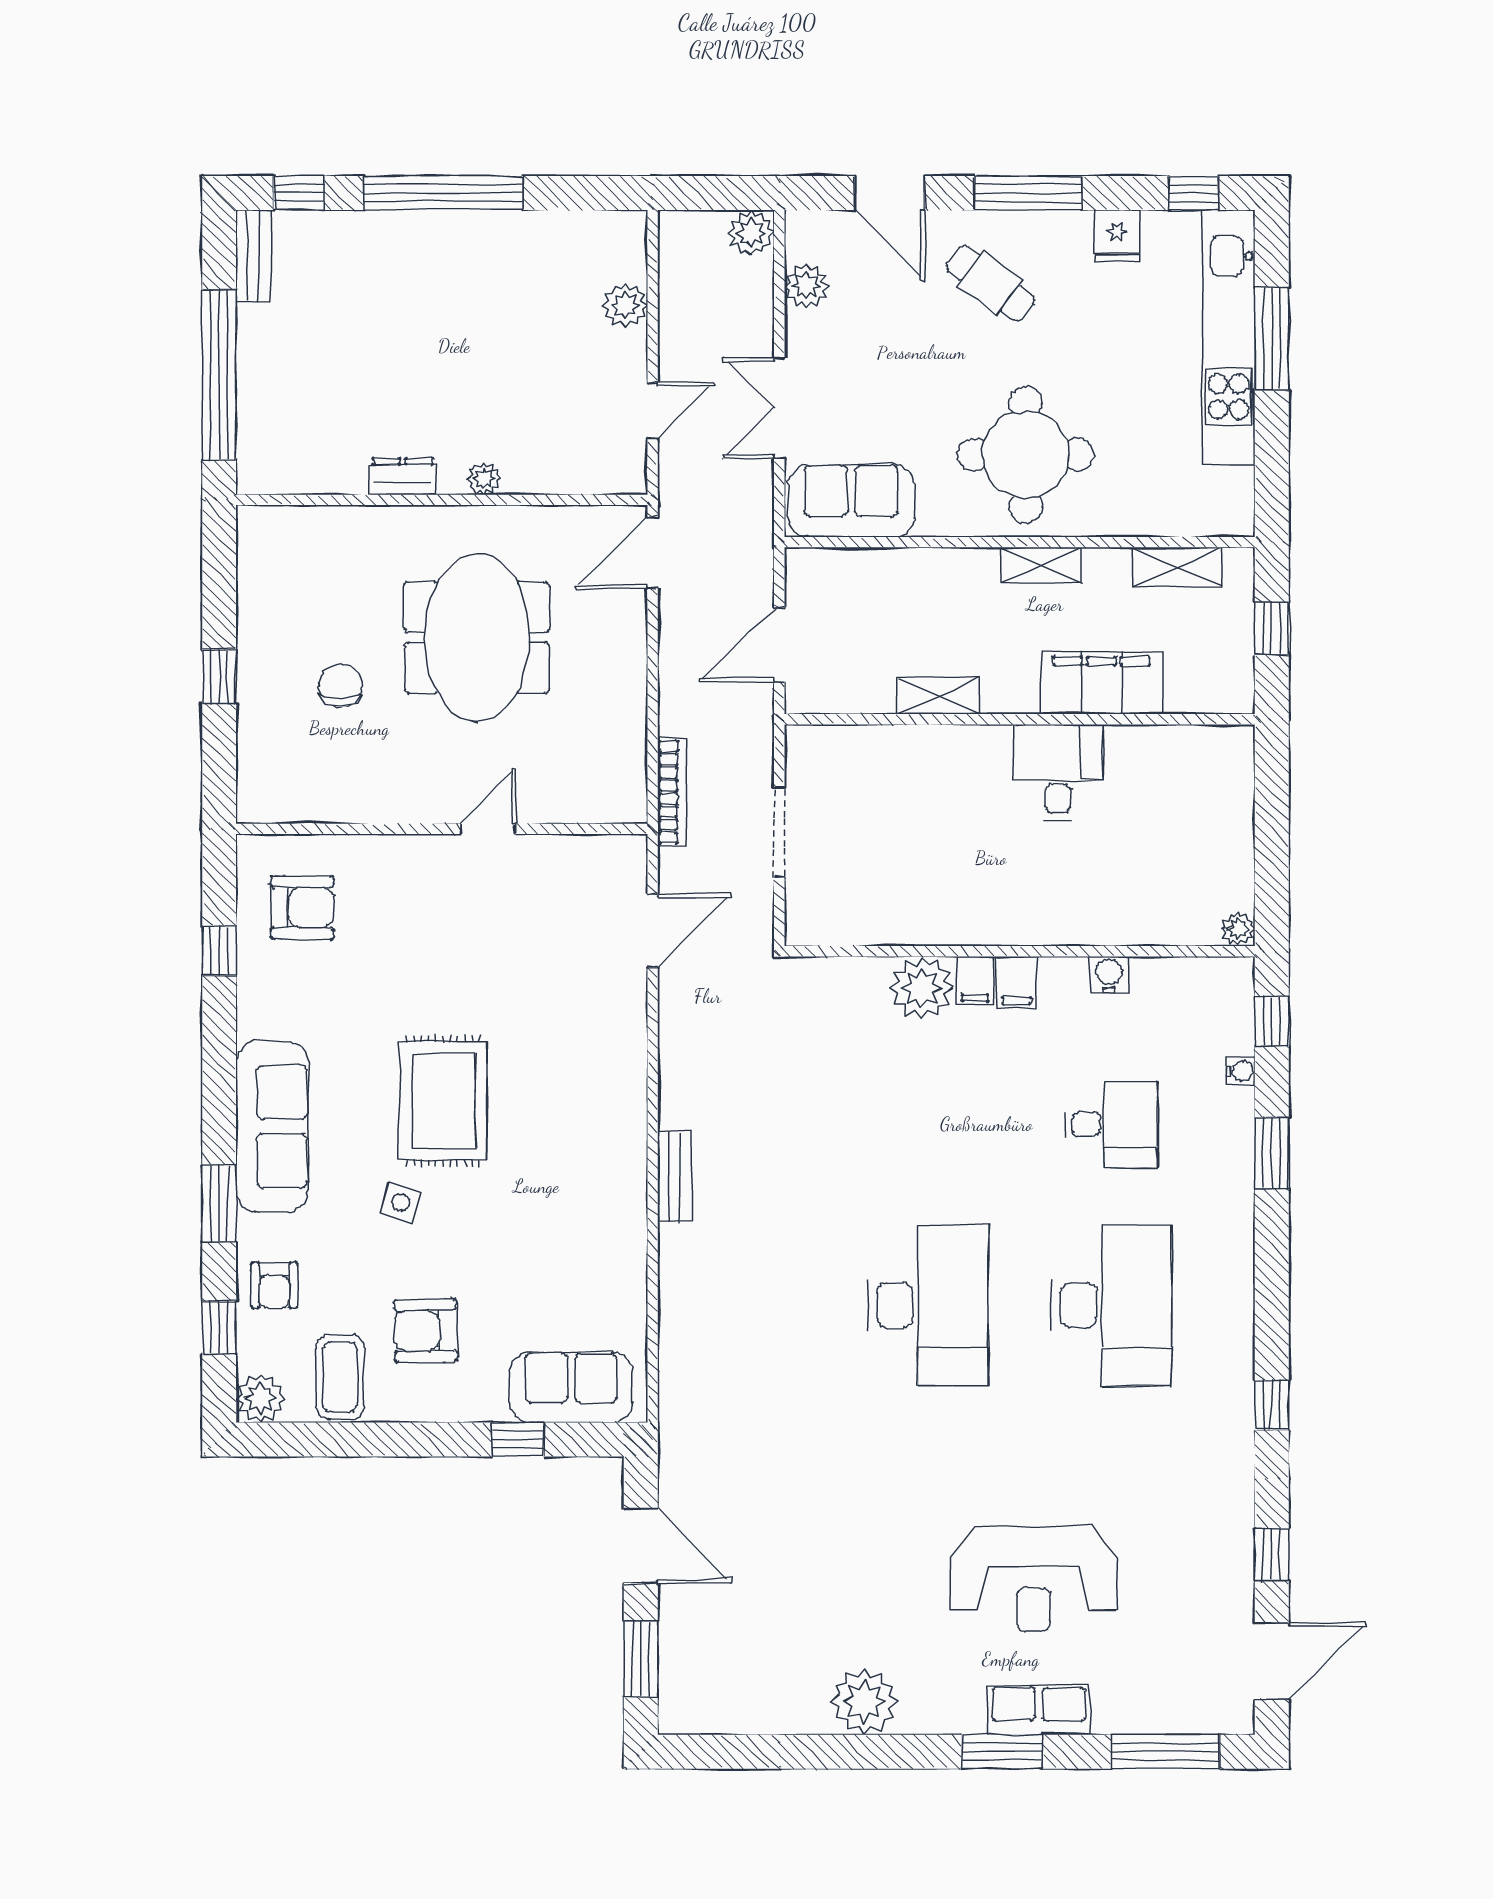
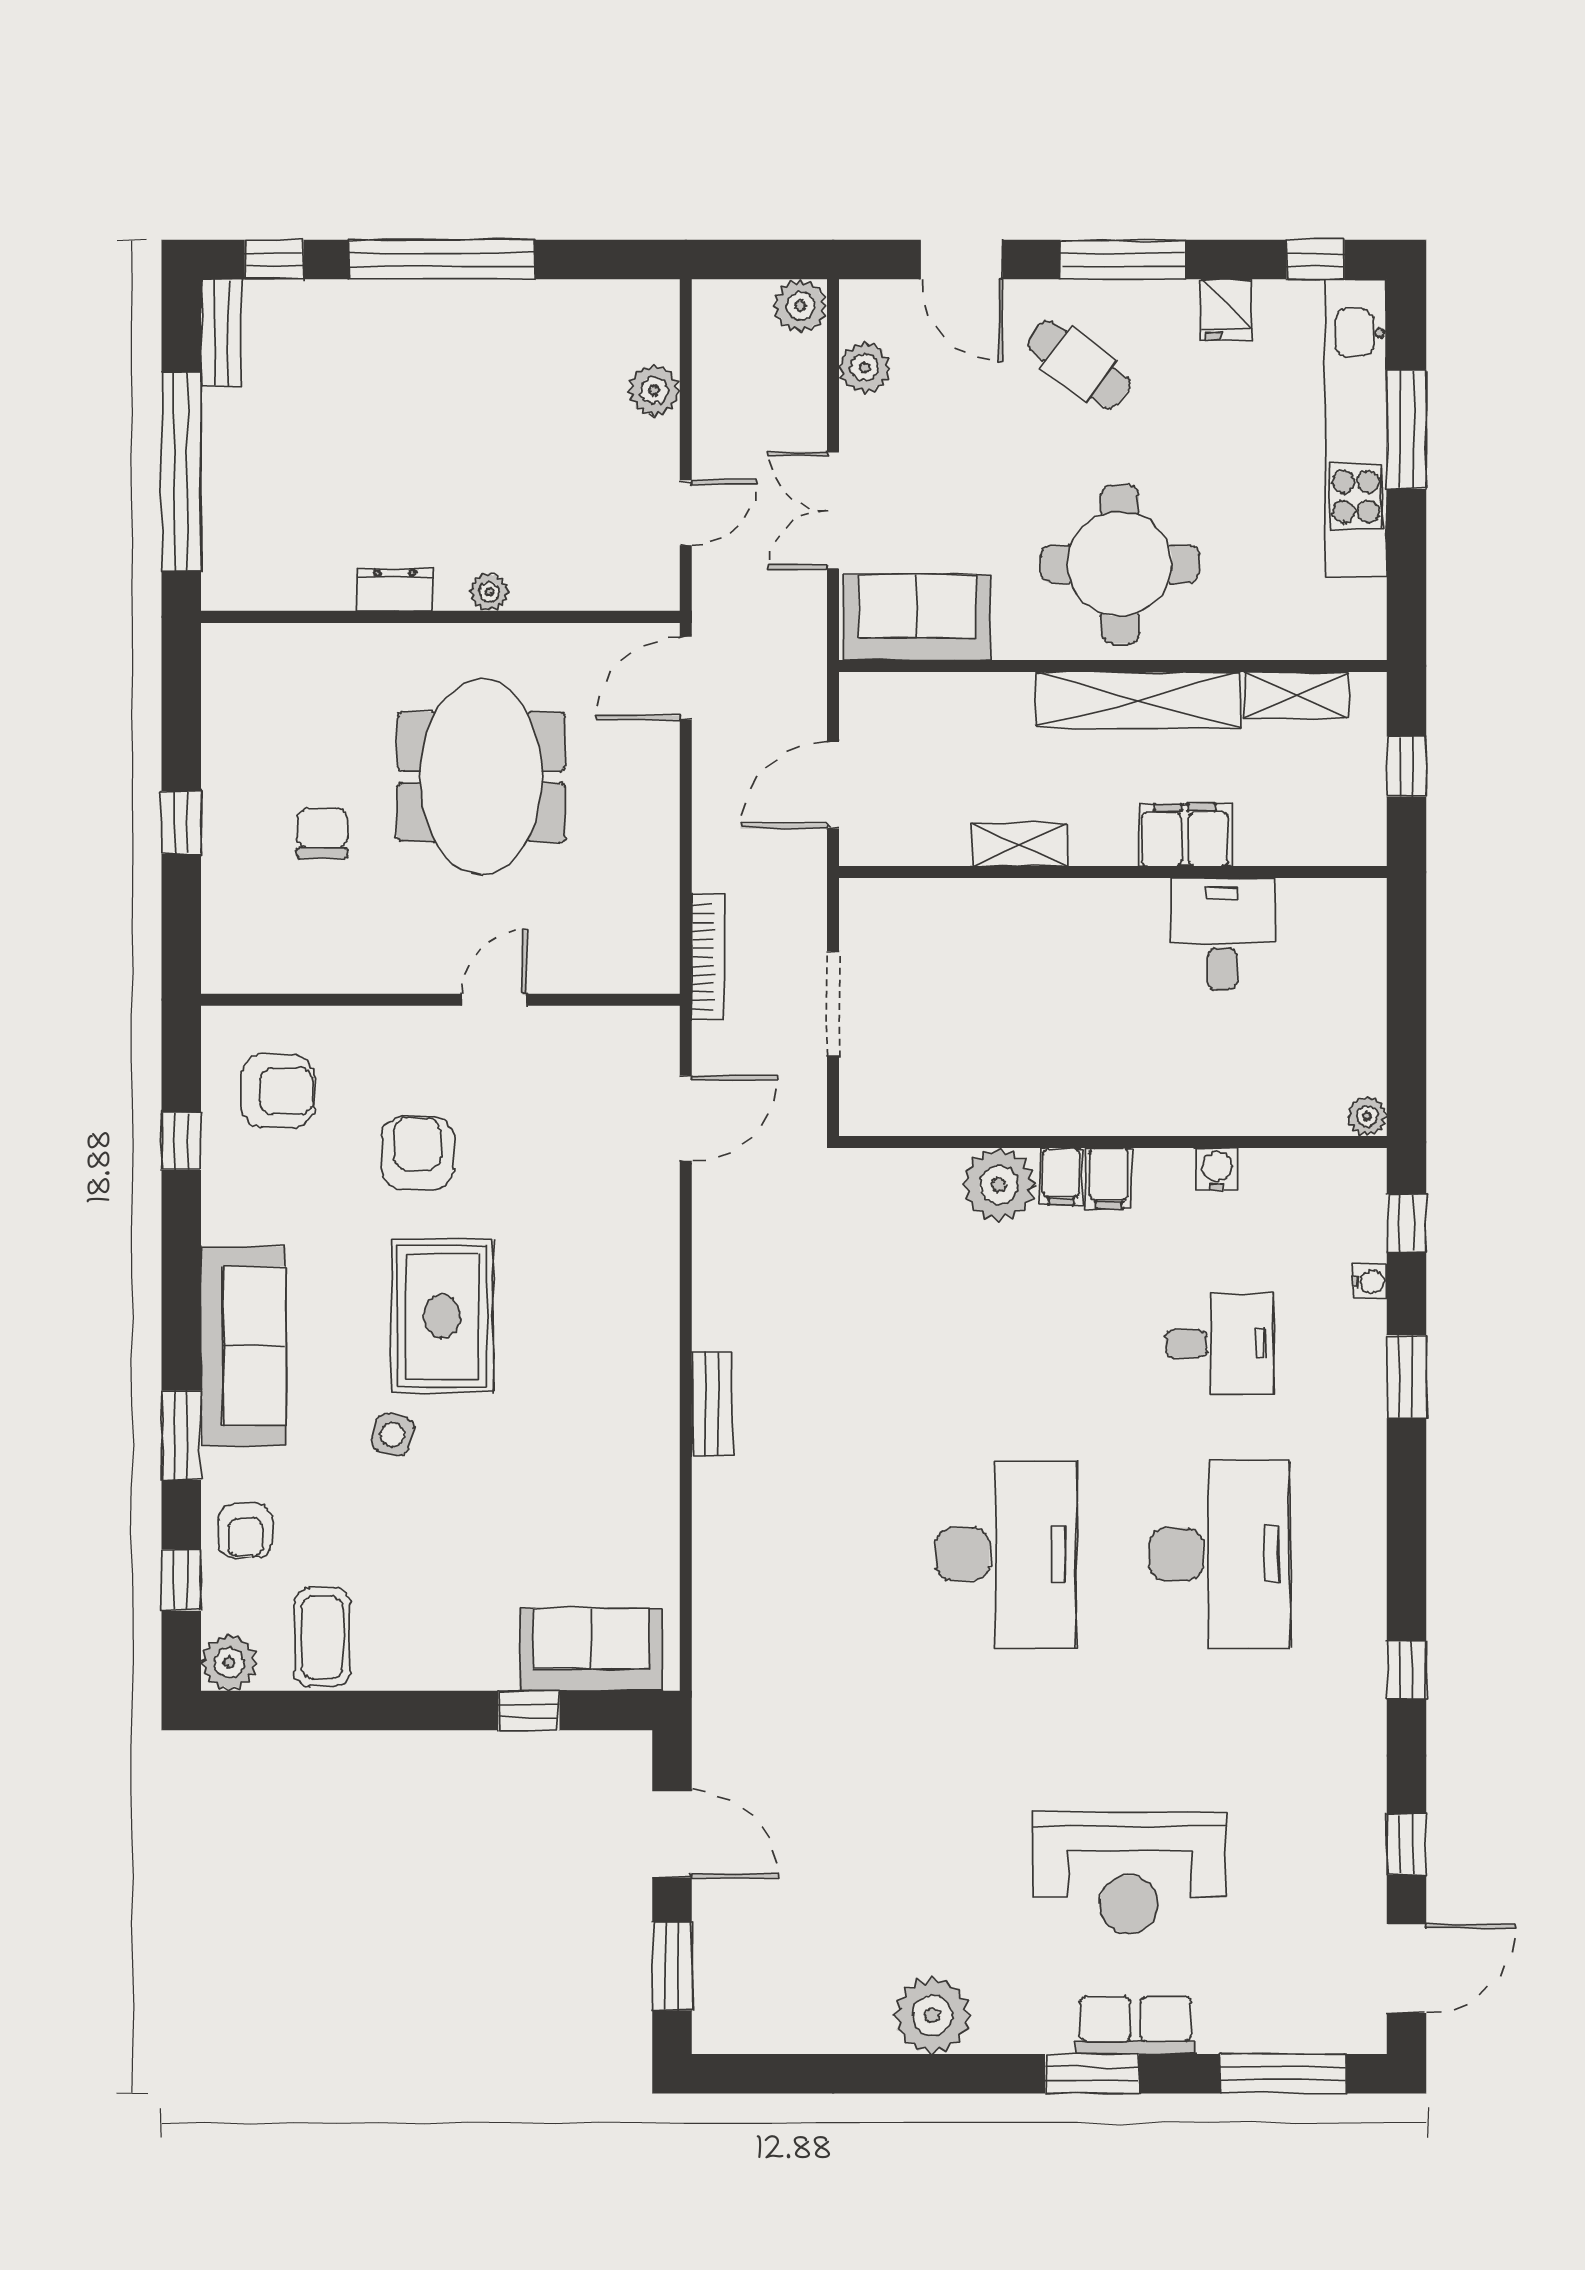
shelving: (1041, 565) -> (1138, 700), width x2.20, depth x1.33
filing cabinet: (1102, 683) -> (1185, 835), width x0.67, depth x0.86
desk: (1058, 773) -> (1222, 934), moved
armchair: (426, 1331) -> (417, 1153), moved, turned 91

